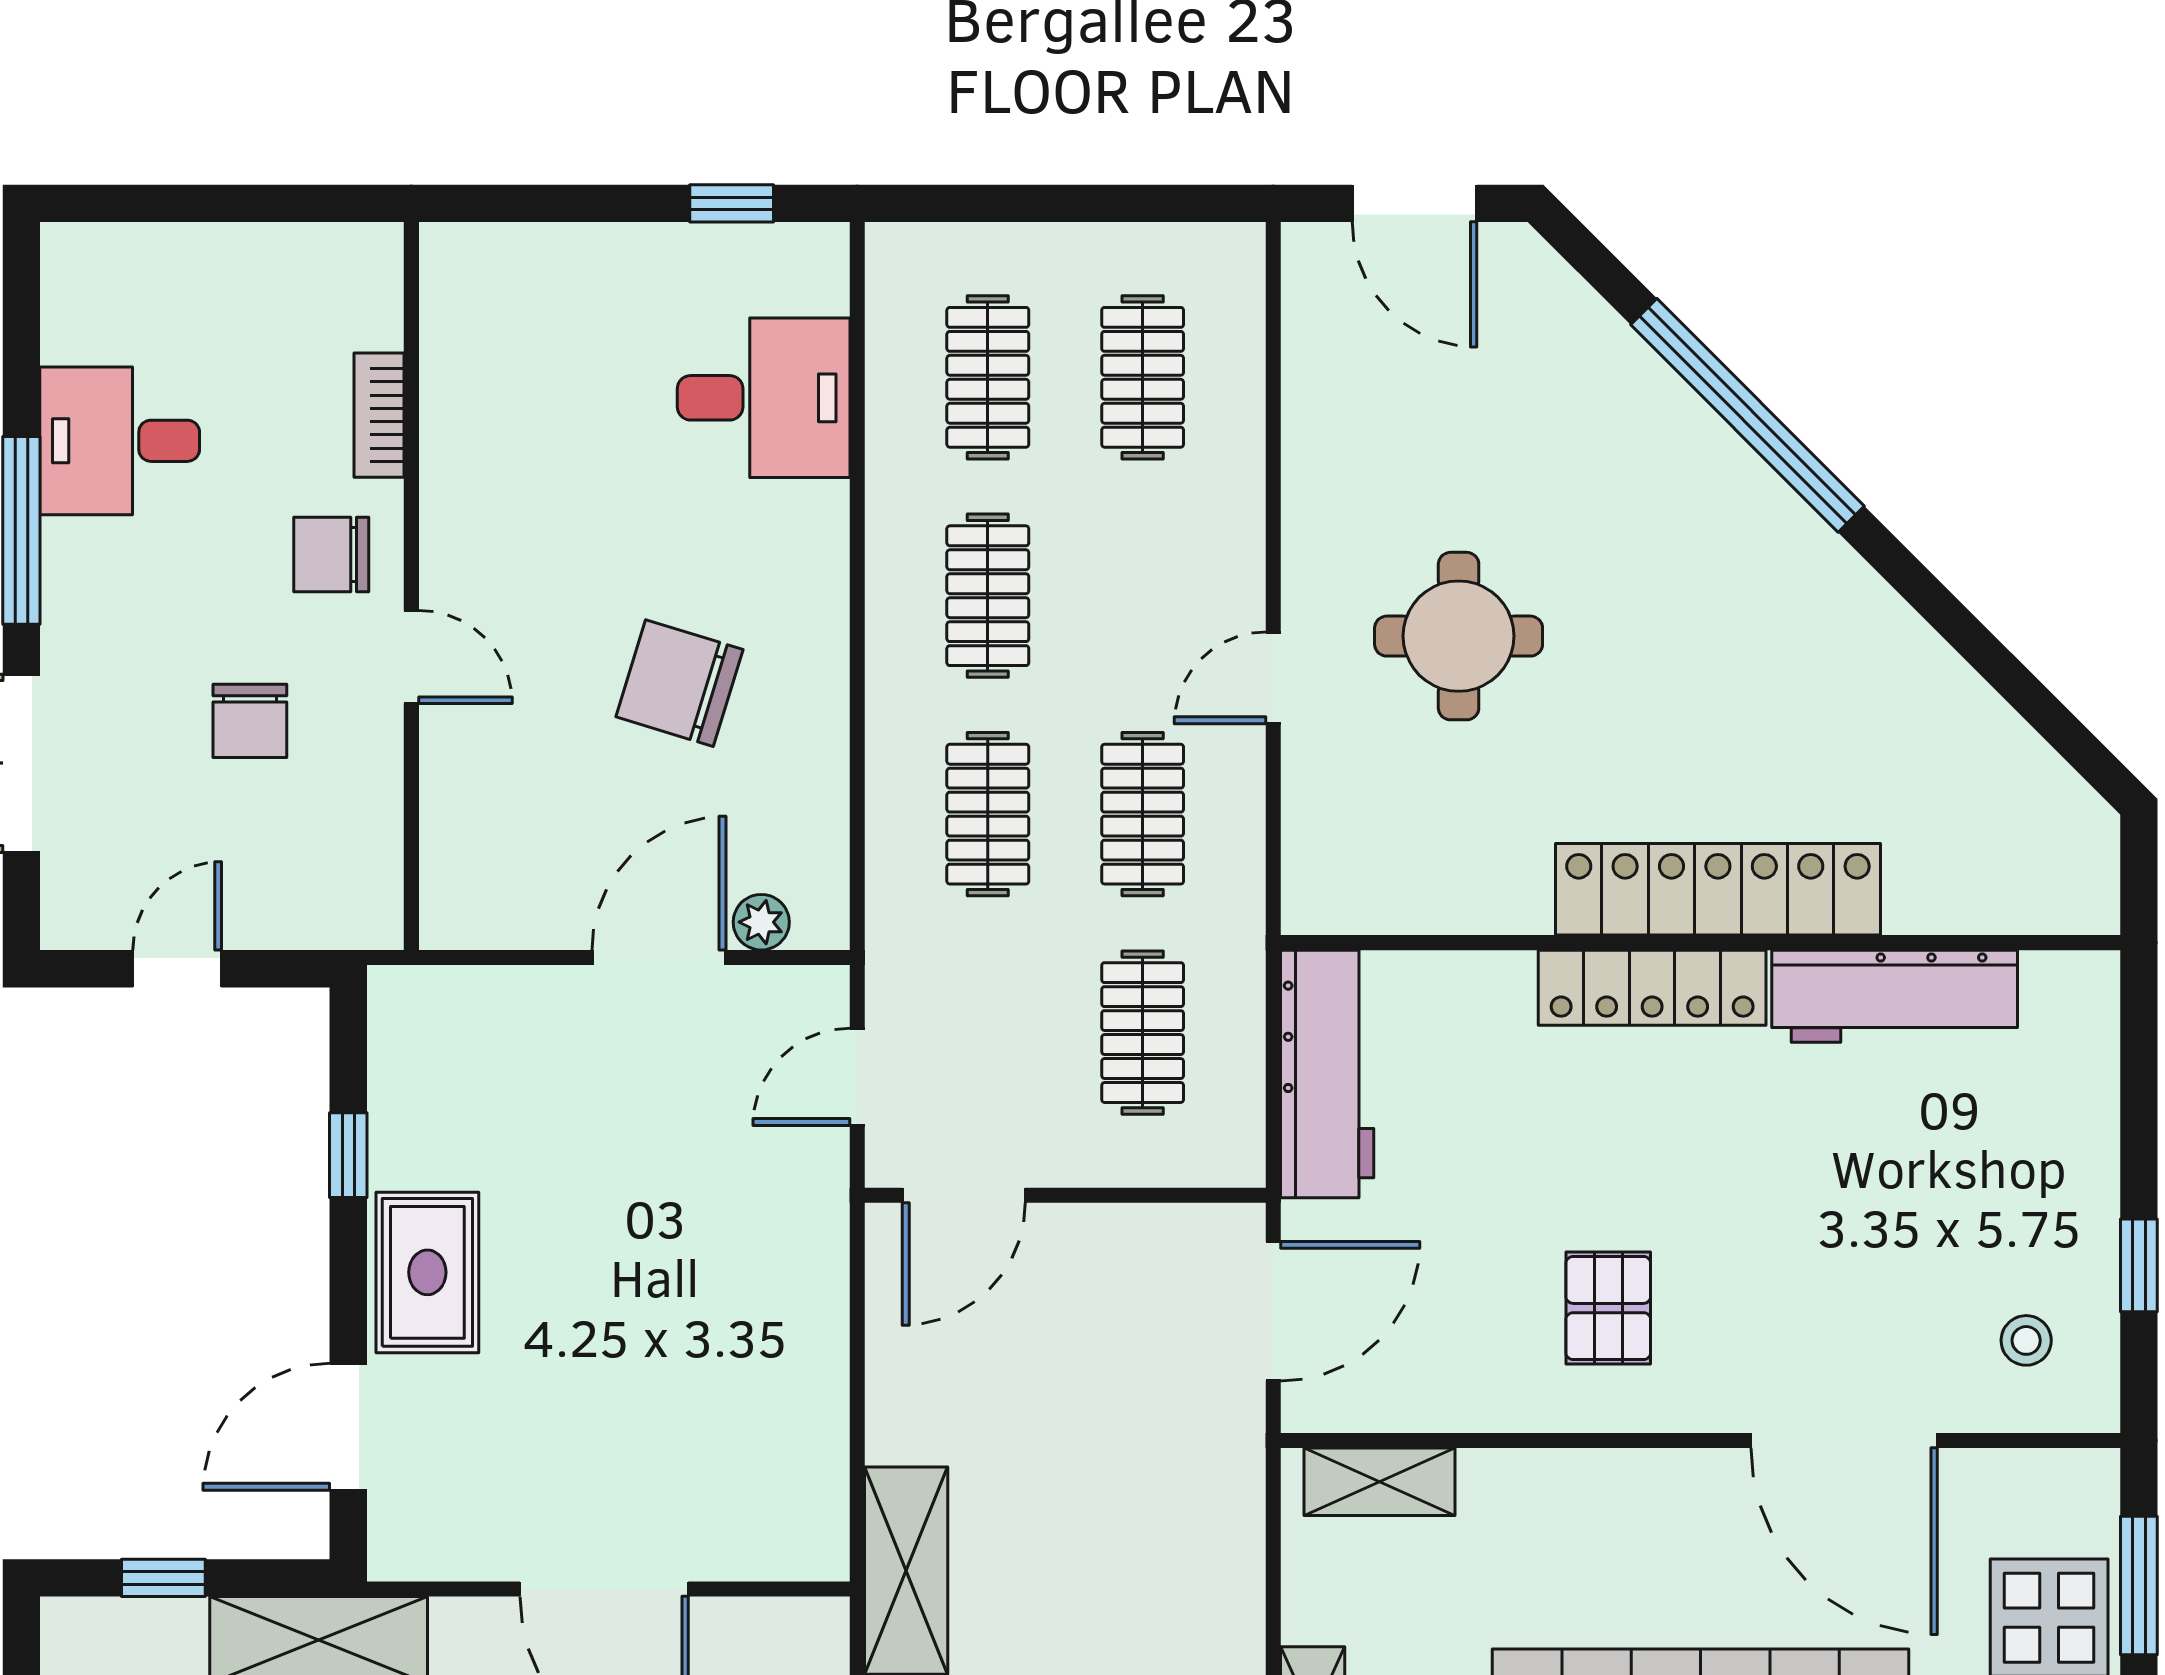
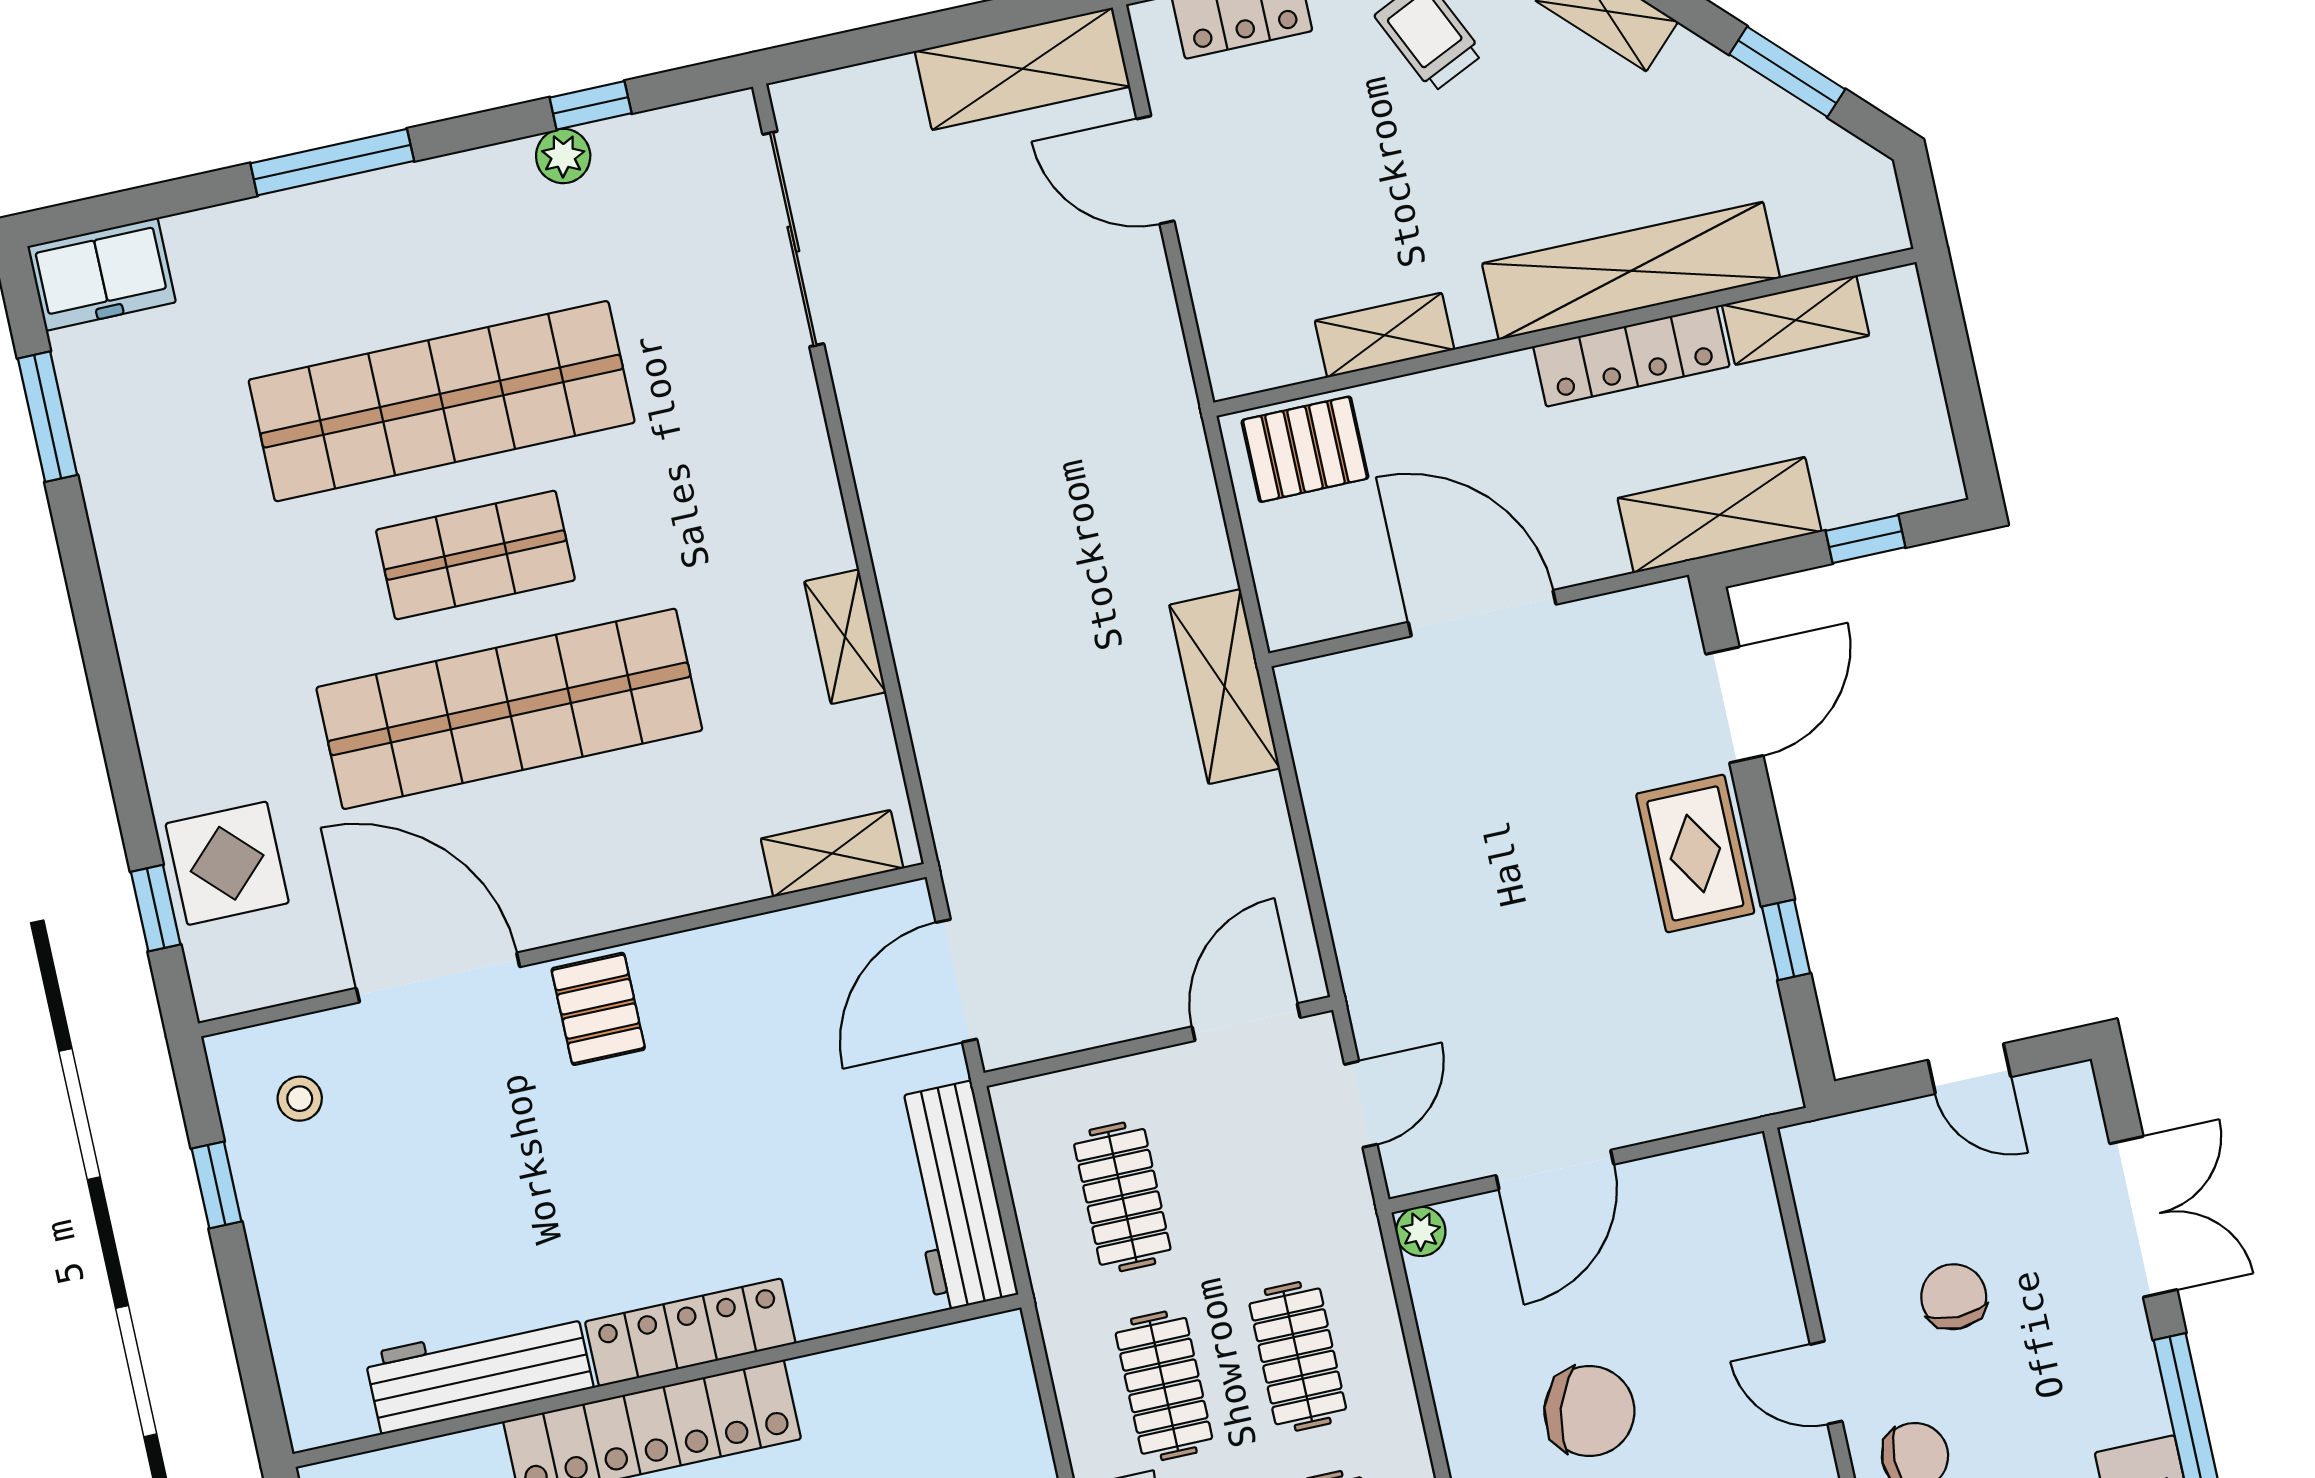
plant: (761, 922) -> (1421, 1231), moved
door: (177, 969) -> (1969, 1069), hinge flipped
pallet: (1608, 1308) -> (598, 1009), moved
window: (2139, 1586) -> (156, 908), width x0.67

